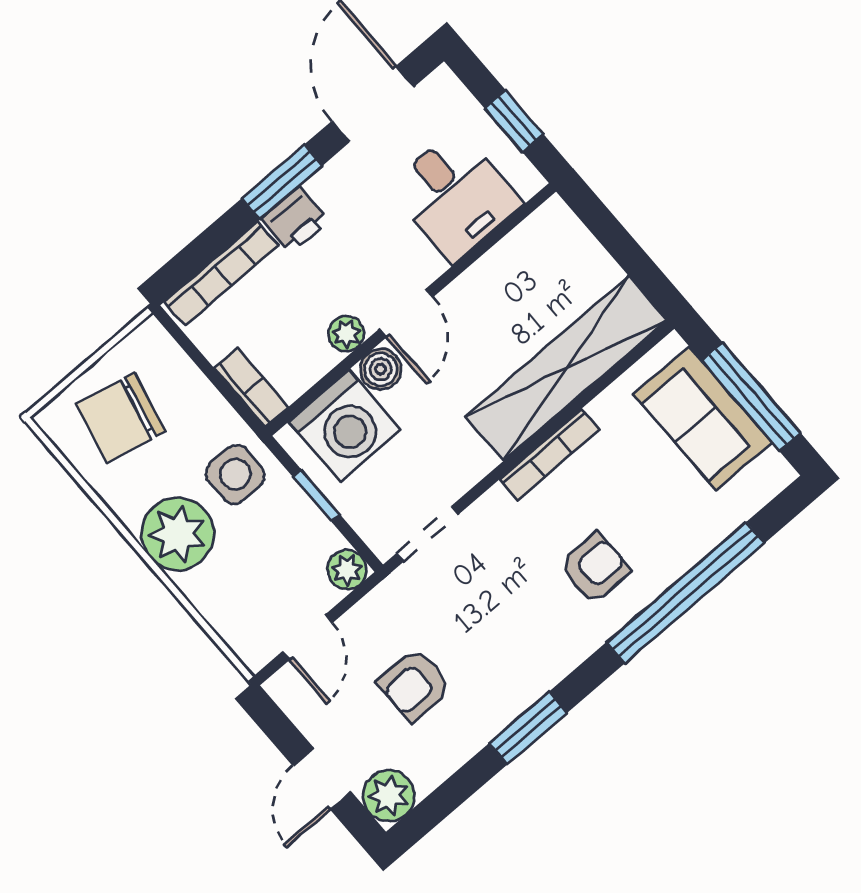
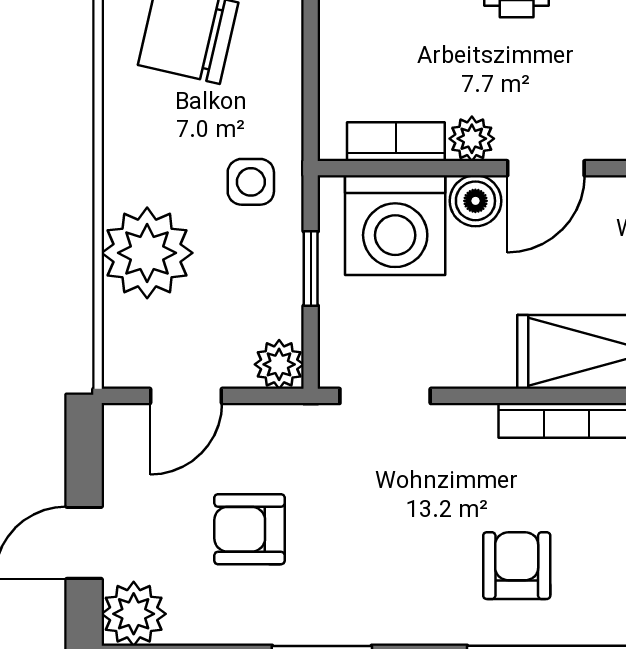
bookcase: (251, 388) -> (396, 142), moved, turned -90
side table: (235, 474) -> (251, 182), width x0.73, depth x0.73
plant: (178, 534) -> (147, 253), moved
armchair: (595, 568) -> (517, 566), turned -90

